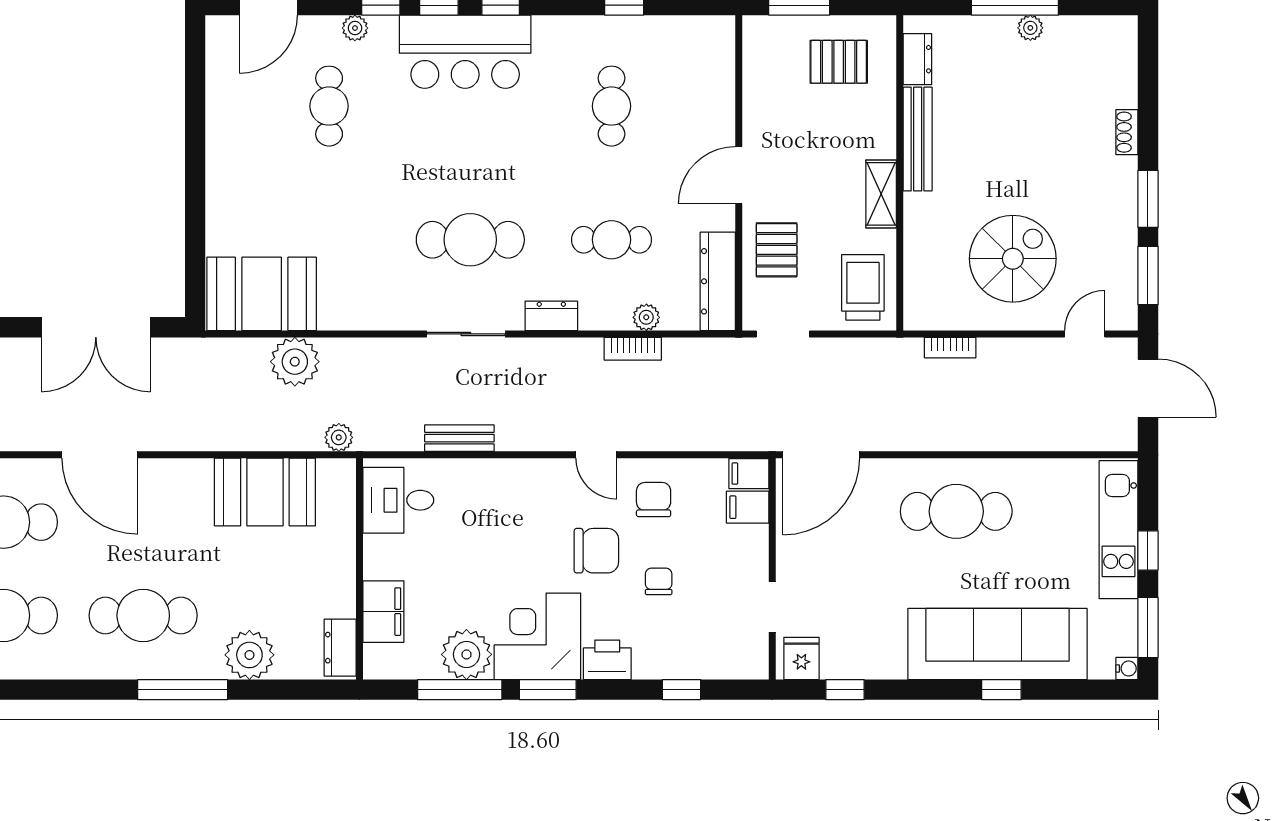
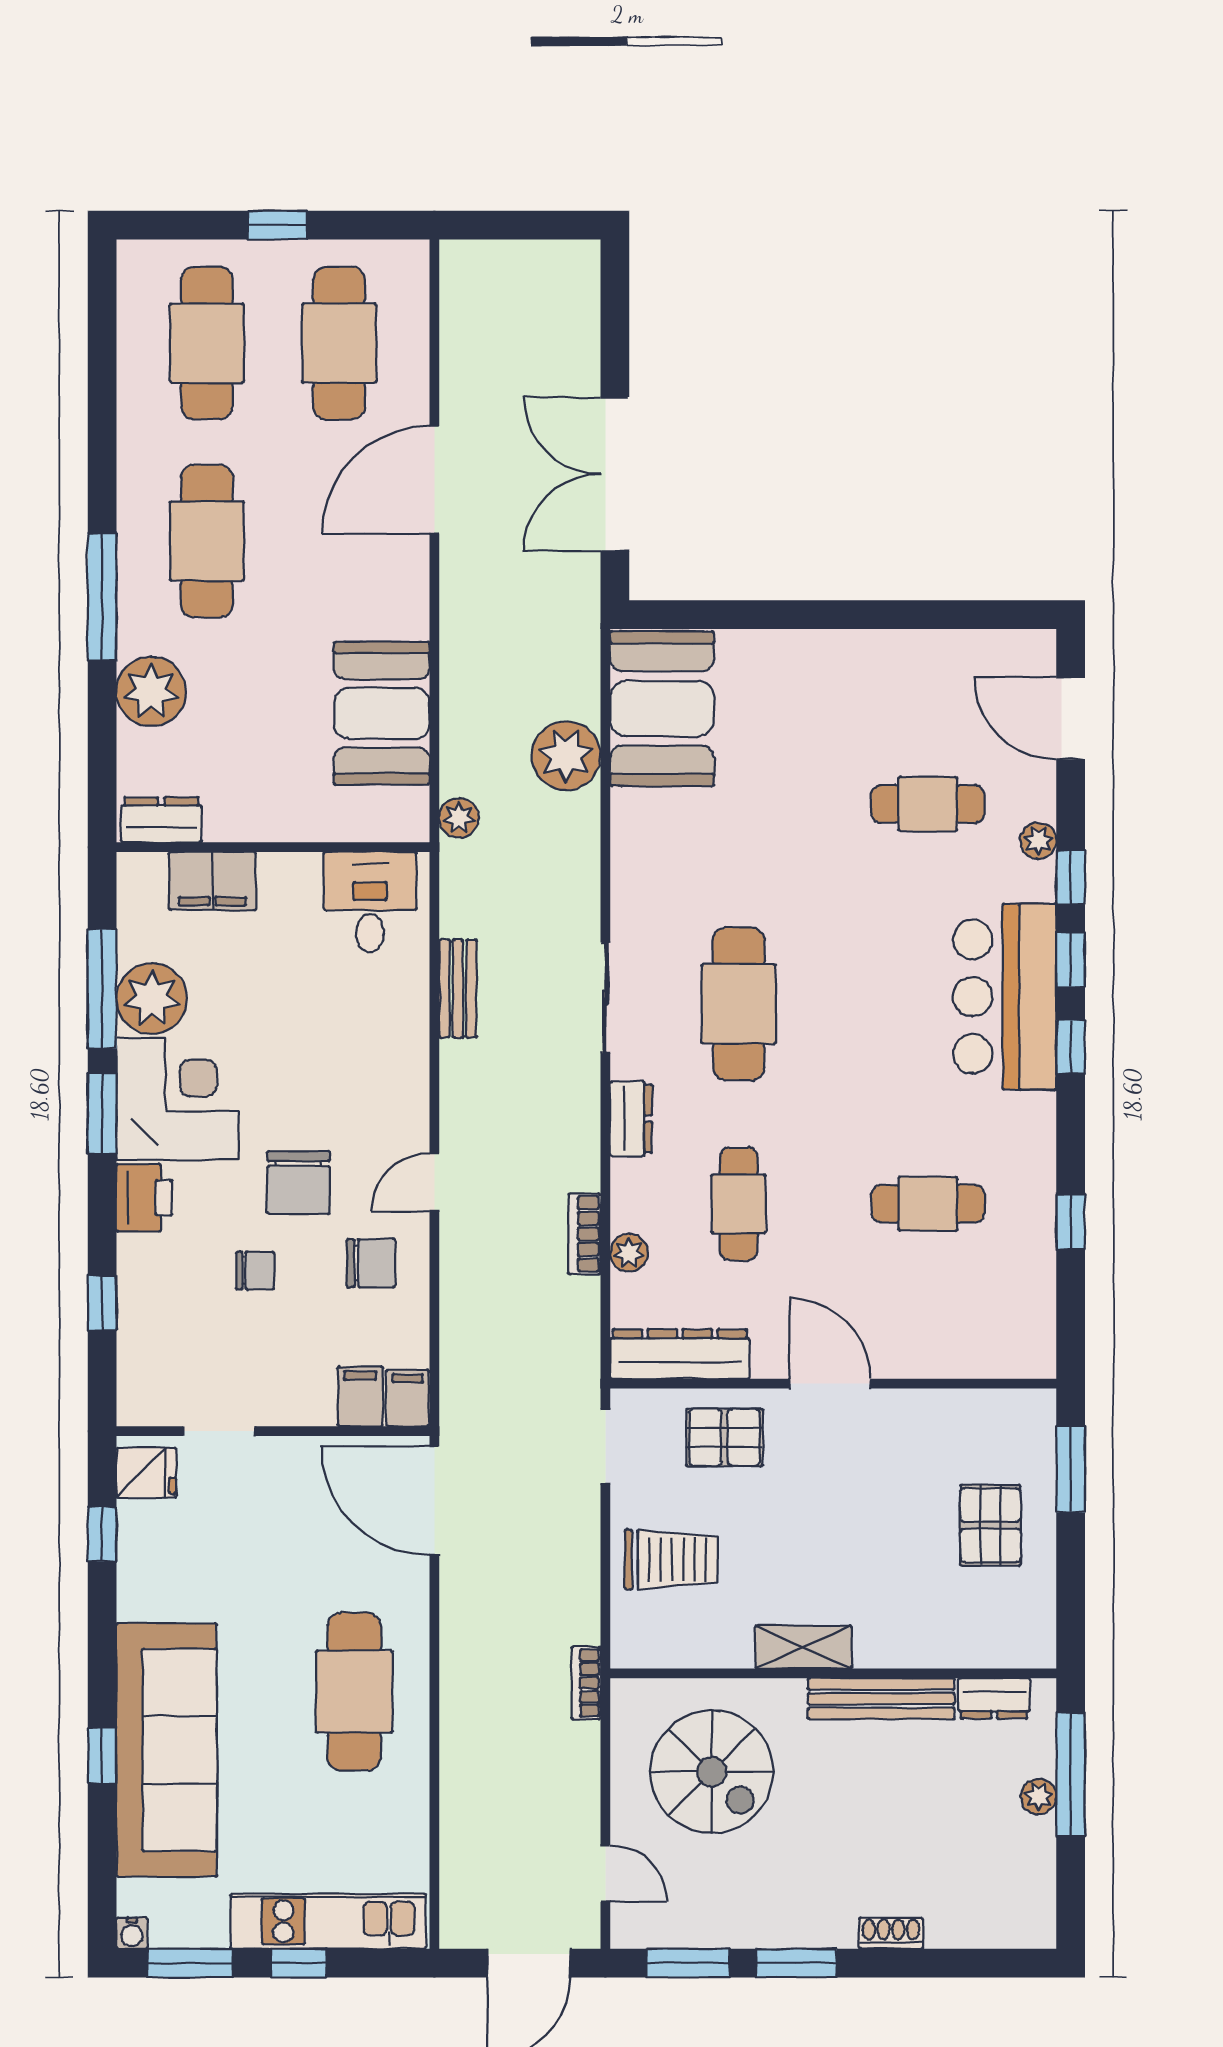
dresser: (917, 59) -> (994, 1698), moved
bench: (918, 139) -> (881, 1699), moved
wall: (900, 173) -> (833, 1673), moved
shelving: (881, 194) -> (804, 1647), moved

